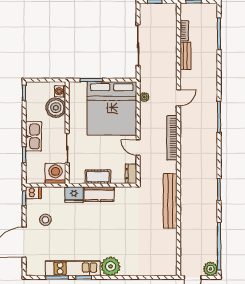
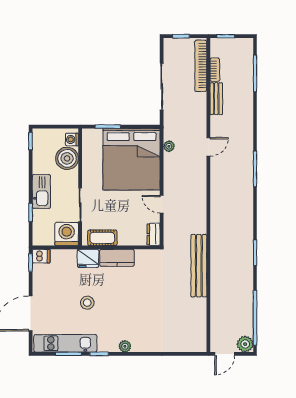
bookcase: (172, 138) -> (201, 66), moved
cot: (98, 177) -> (102, 238), moved
stool: (45, 220) -> (87, 303), moved
plant: (111, 266) -> (125, 346), width x0.53, depth x0.53
kitchen unit: (73, 268) -> (65, 343), moved

